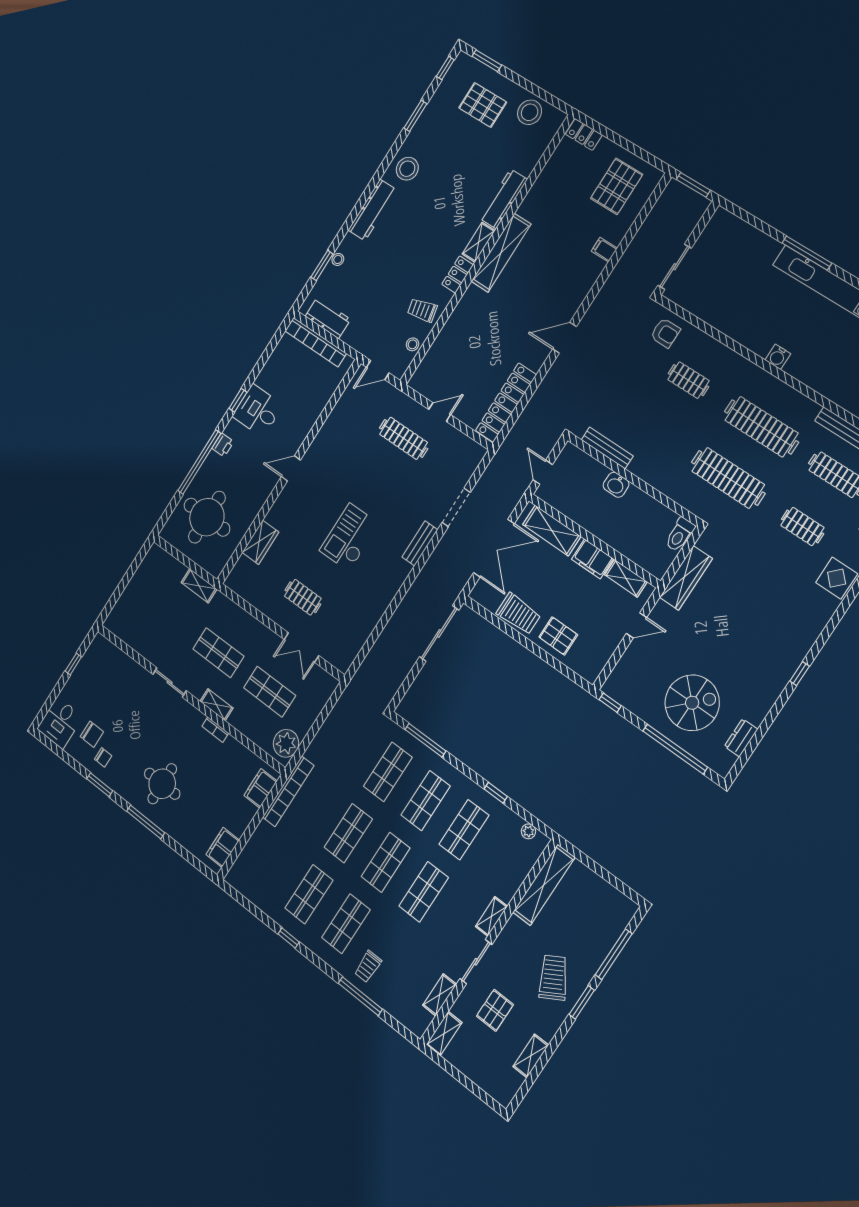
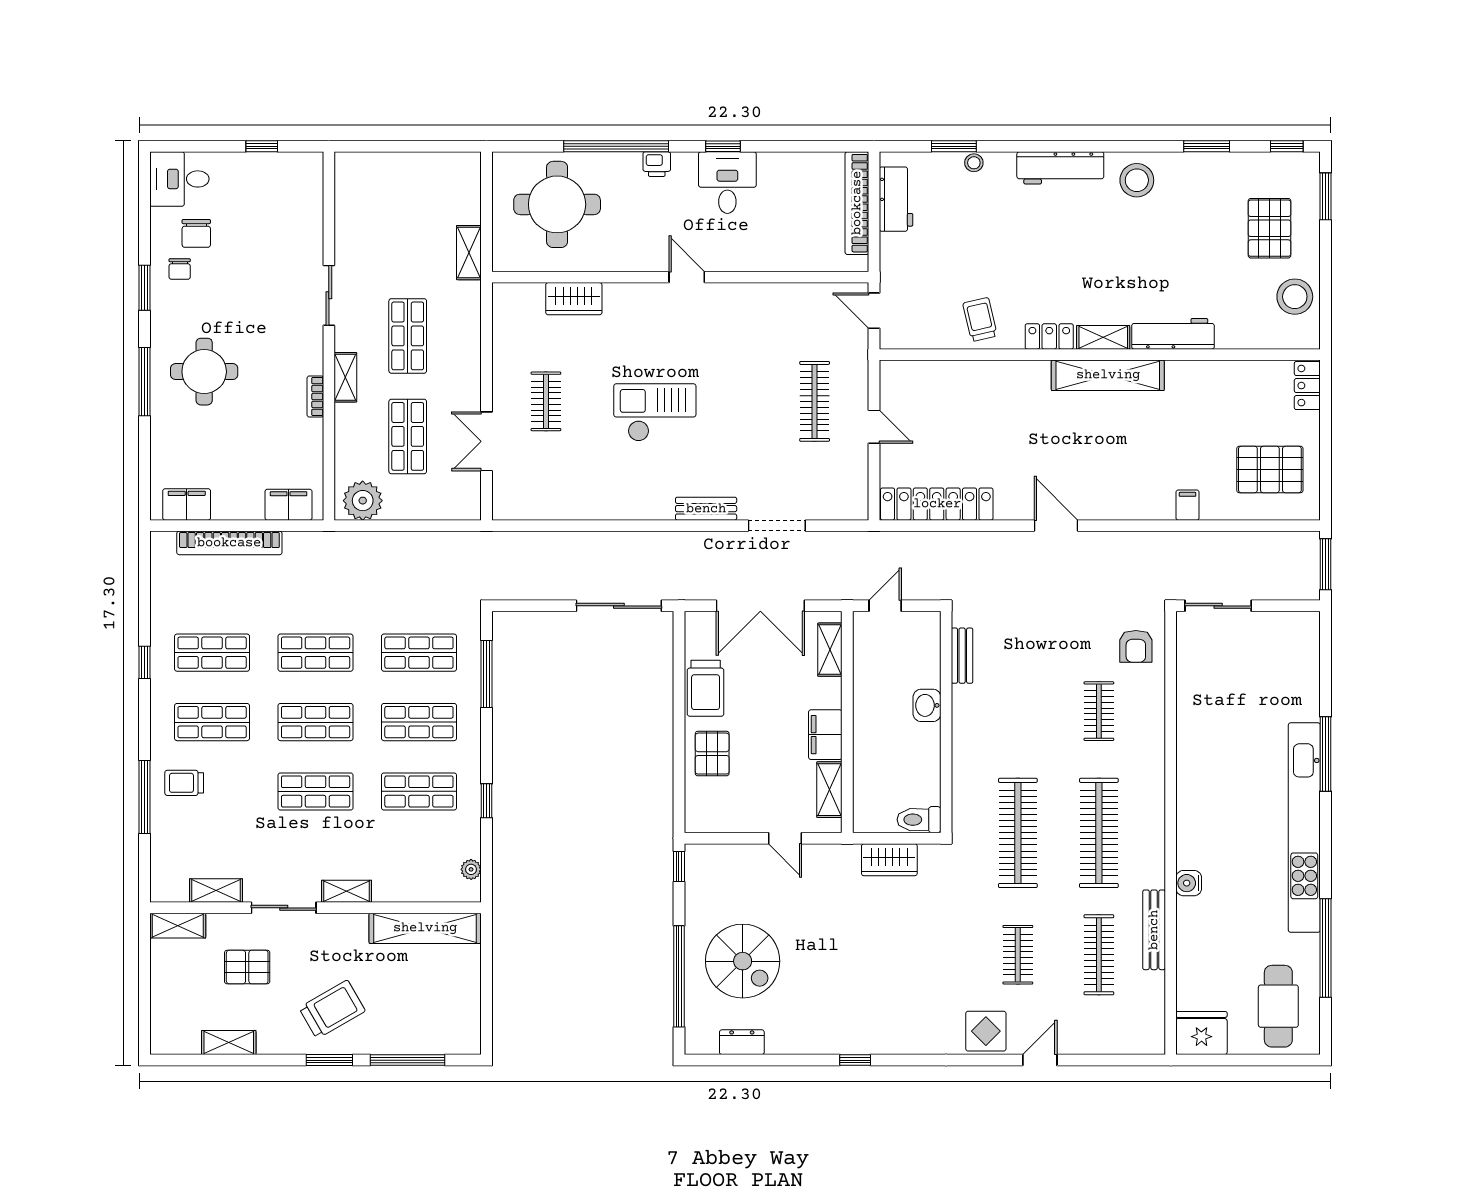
stool: (413, 344) -> (932, 335), removed
water cooler: (778, 357) -> (1189, 883), moved
bench: (607, 448) -> (962, 656), width x0.73
shelving: (552, 530) -> (830, 650), width x0.67, depth x0.75
wardrobe: (686, 578) -> (889, 860), width x0.67
bookcase: (288, 791) -> (229, 543), moved

